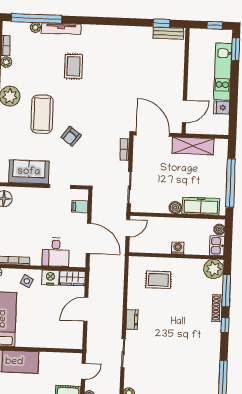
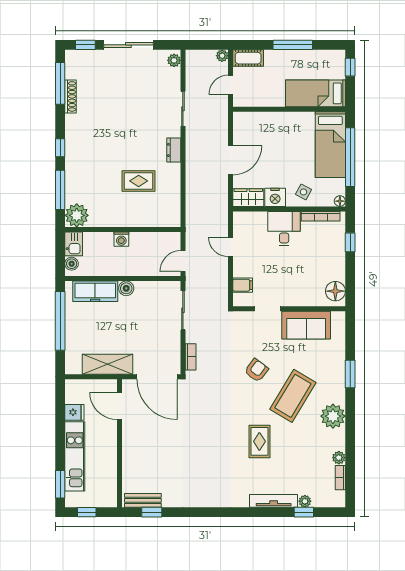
window: (37, 18) -> (304, 512), width x0.32
rug: (74, 66) -> (259, 441), moved
door: (184, 111) -> (120, 406), hinge flipped
coffee table: (42, 114) -> (293, 396), turned 31
door: (88, 238) -> (230, 247), width x0.53
desk: (56, 252) -> (284, 229), moved
rug: (158, 280) -> (139, 181), moved
shoe rack: (217, 308) -> (71, 96), moved

